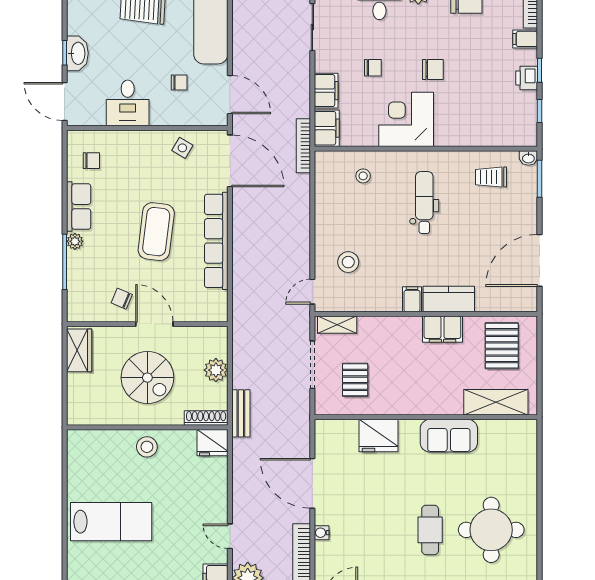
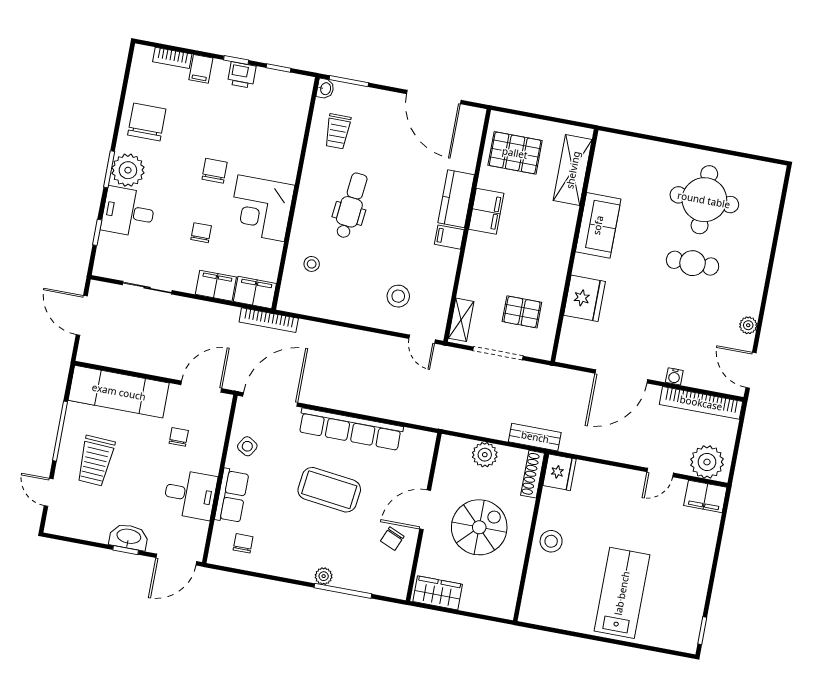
dental chair: (424, 203) -> (351, 206), turned 96
row of seats: (79, 207) -> (232, 496), moved, turned 90

